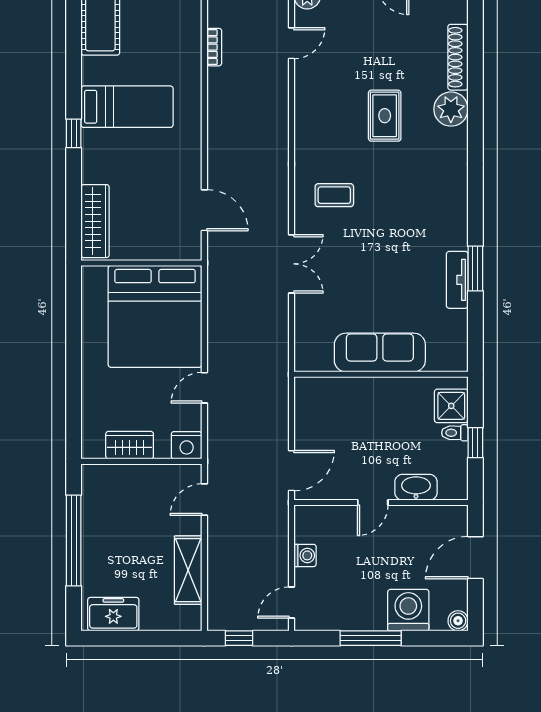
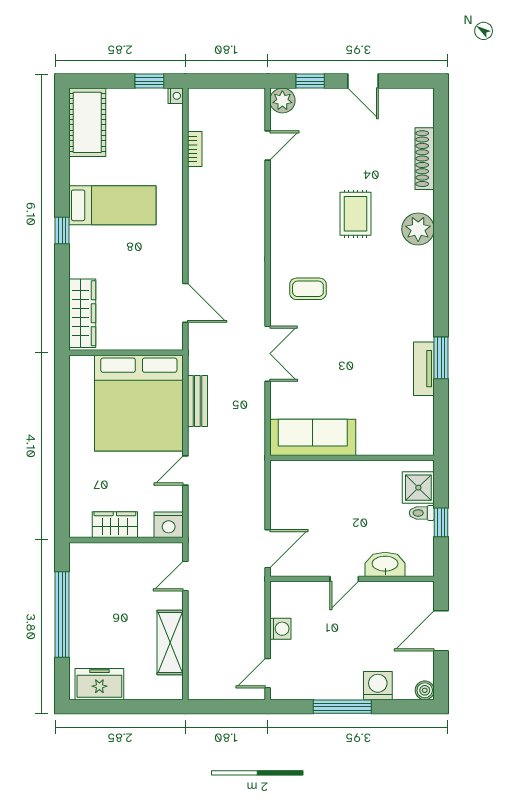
plant: (451, 109) -> (418, 229), moved
bench: (217, 314) -> (197, 401), added
sofa: (380, 353) -> (313, 437), moved
washing machine: (408, 610) -> (378, 686), width x0.73, depth x0.73
window: (239, 638) -> (218, 707), removed

